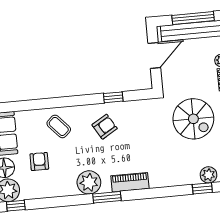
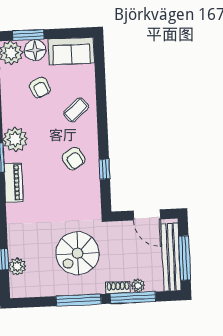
armchair: (39, 162) -> (40, 88), turned 67

